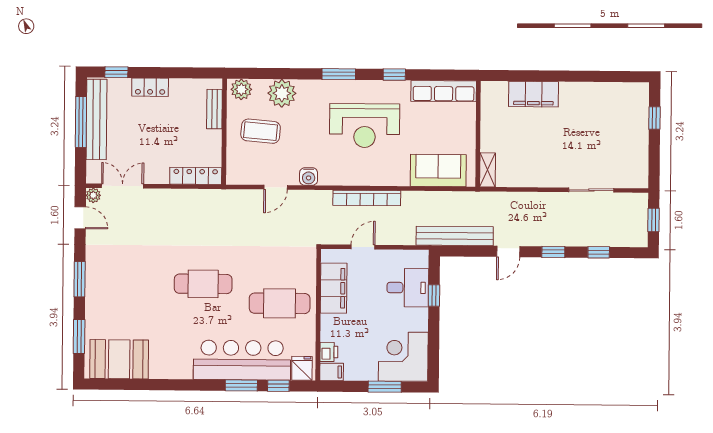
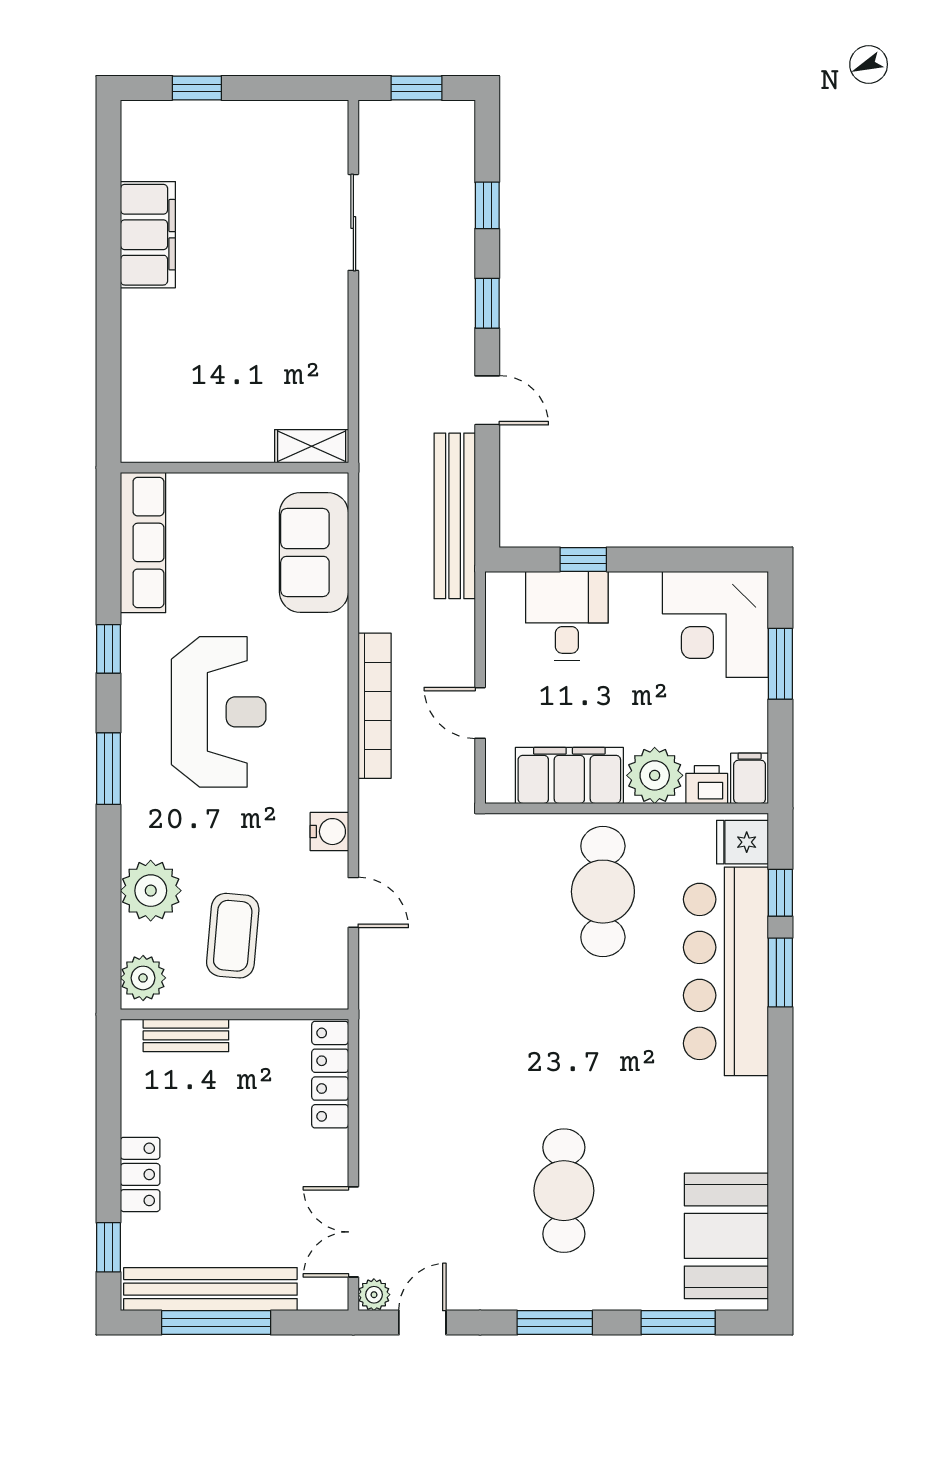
filing cabinet: (533, 94) -> (148, 235), moved
cafe table: (203, 284) -> (564, 1191), moved
plant: (333, 328) -> (655, 775), added

